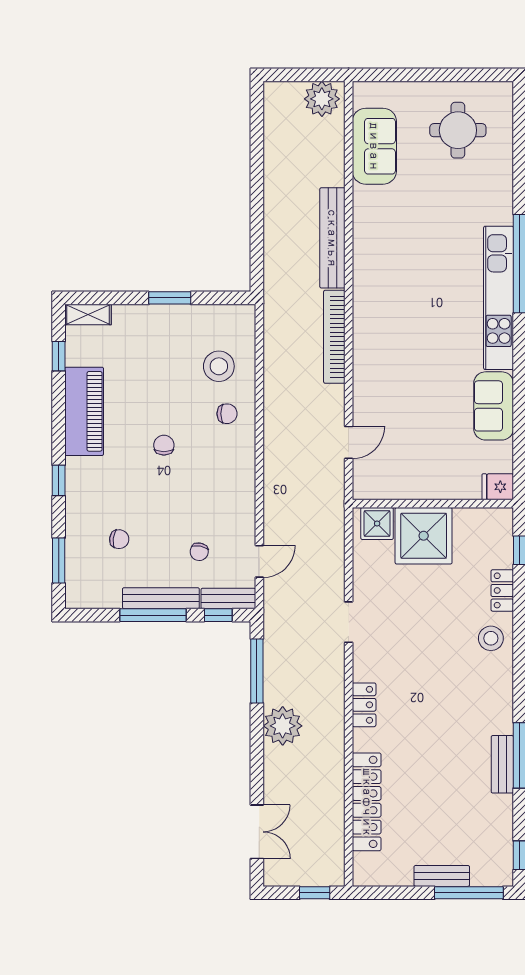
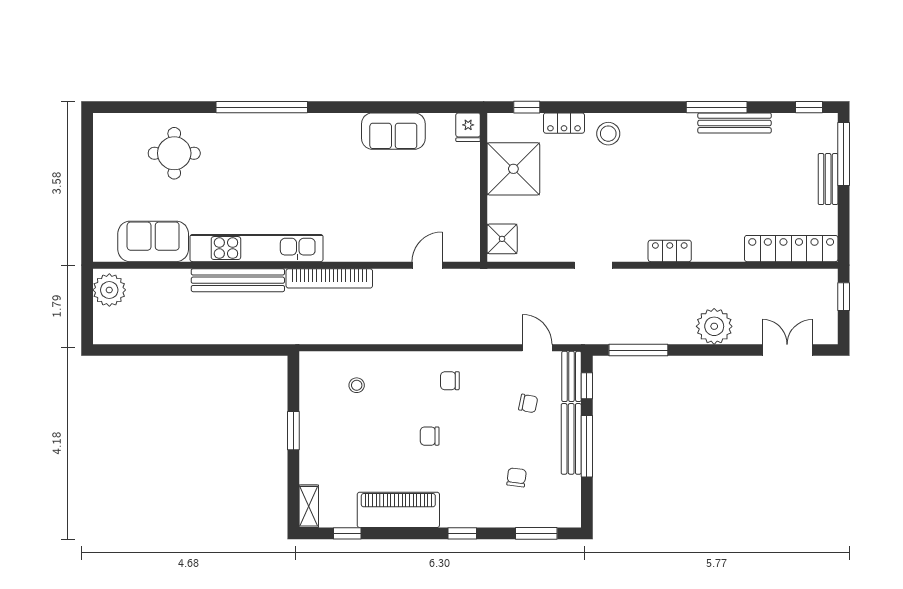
round table: (458, 130) -> (174, 153), moved
kitchen unit: (499, 298) -> (257, 248), moved, turned 180
stool: (219, 366) -> (357, 385), width x0.53, depth x0.53
chair: (227, 414) -> (450, 381), moved, turned -90
door: (349, 442) -> (427, 265), hinge flipped
shower: (424, 536) -> (513, 169), moved
plant: (283, 726) -> (714, 326), moved
bench: (502, 764) -> (735, 123), width x1.36
locker: (367, 802) -> (791, 249), moved

